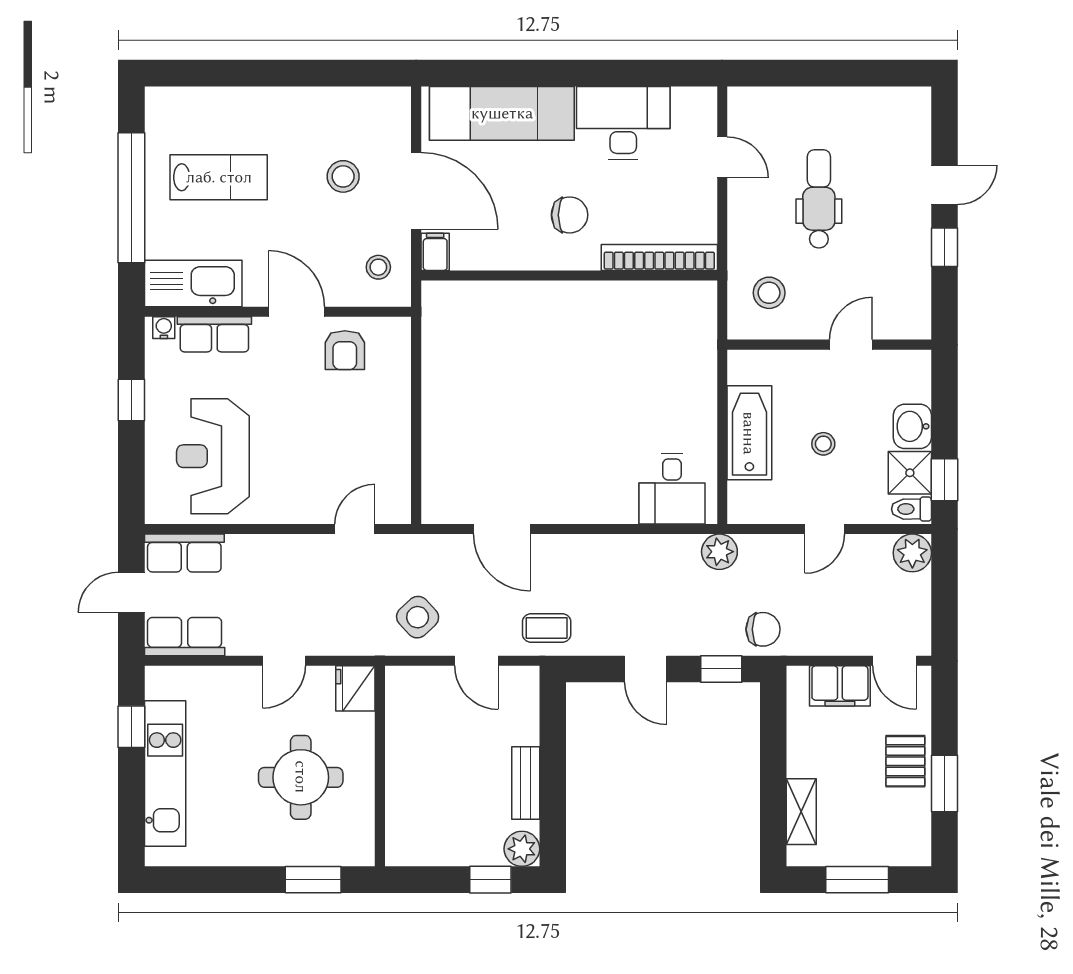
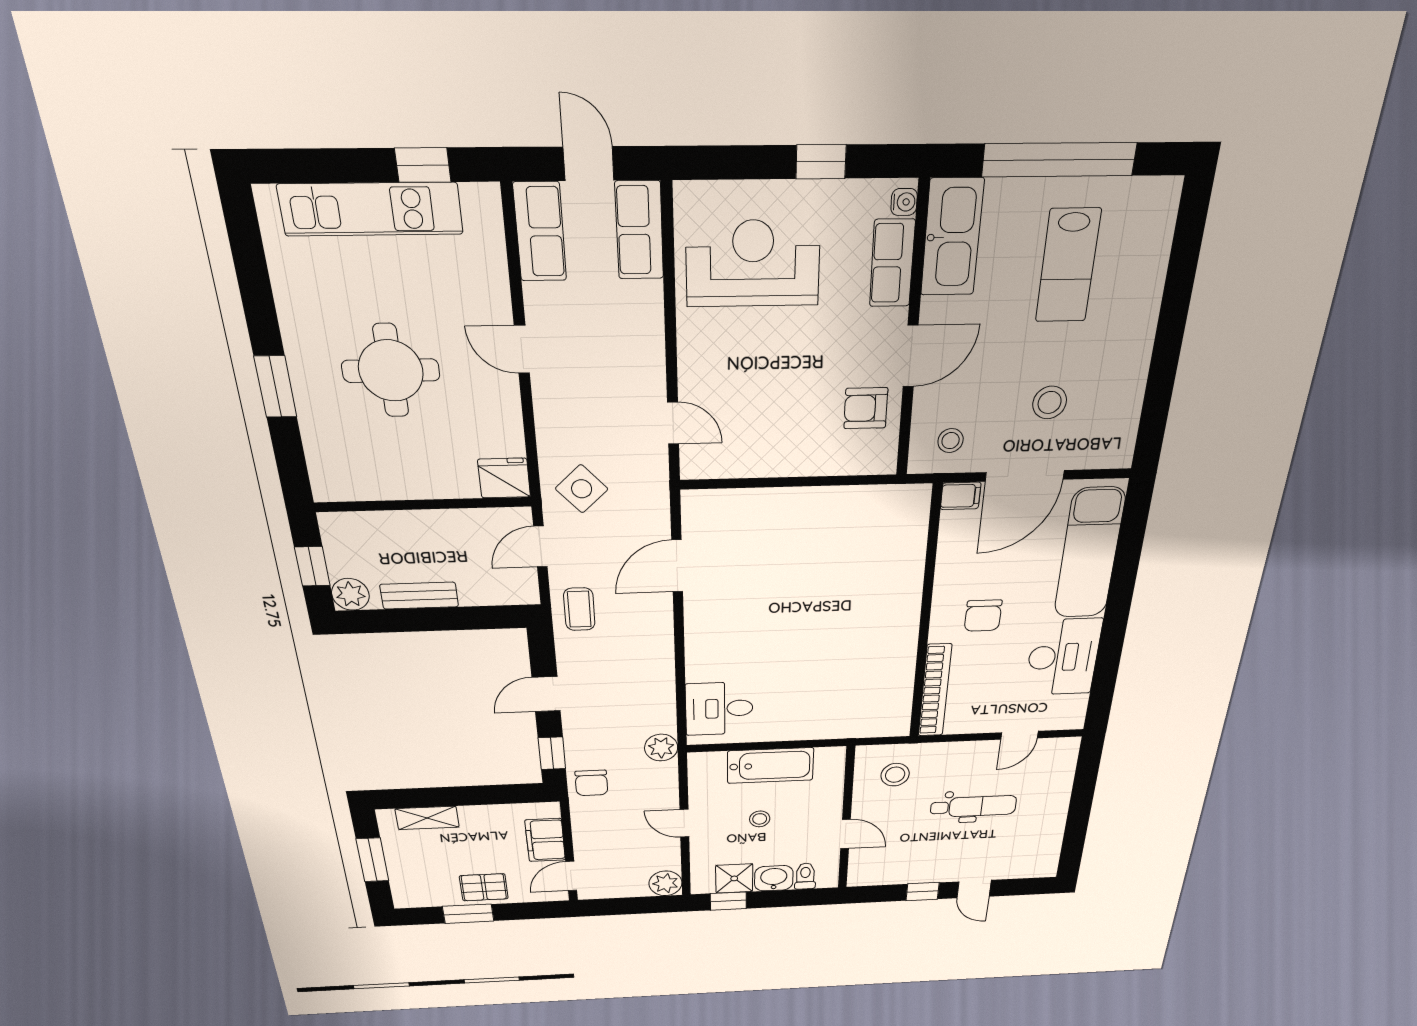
toilet: (911, 509) -> (805, 876), moved
fridge: (355, 688) -> (504, 478), moved
wall: (380, 766) -> (423, 504), moved

